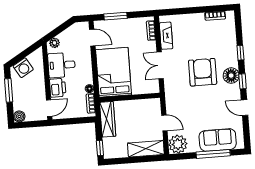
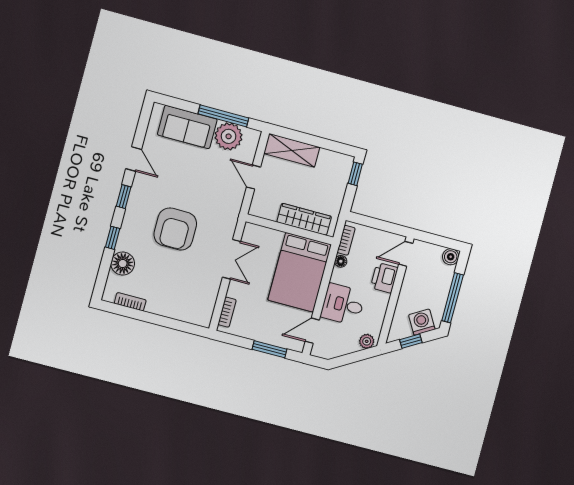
fireplace: (166, 36) -> (209, 298), removed
door: (92, 38) -> (312, 331), hinge flipped
window: (26, 53) -> (411, 341), added
desk: (62, 65) -> (343, 304), moved, turned 180
floor lamp: (231, 76) -> (123, 264), moved
window: (9, 90) -> (453, 298), width x1.44
wardrobe: (108, 119) -> (304, 219), moved, turned 90
plant: (178, 144) -> (229, 136), moved
window: (213, 154) -> (223, 116), moved

